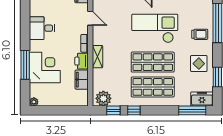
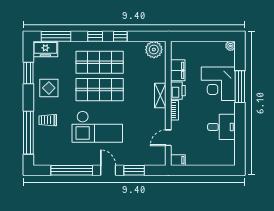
door: (90, 18) -> (168, 138), hinge flipped
window: (113, 110) -> (95, 36), moved

